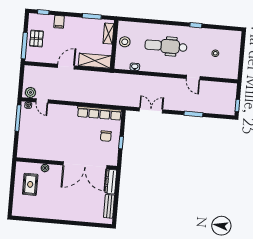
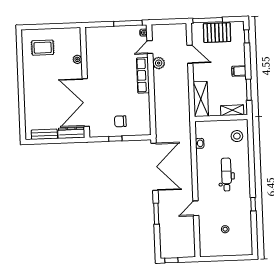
filing cabinet: (59, 22) -> (239, 71), moved
pallet: (37, 39) -> (217, 33), width x1.50, depth x1.42
stool: (125, 42) -> (237, 136), moved
dental chair: (166, 46) -> (226, 174), width x0.73, depth x0.72
door: (66, 67) -> (190, 54), moved
plant: (30, 92) -> (159, 63), moved
double door: (151, 110) -> (154, 167), width x1.87
row of seats: (99, 113) -> (143, 75), moved, width x0.73
rug: (30, 184) -> (43, 48), moved

